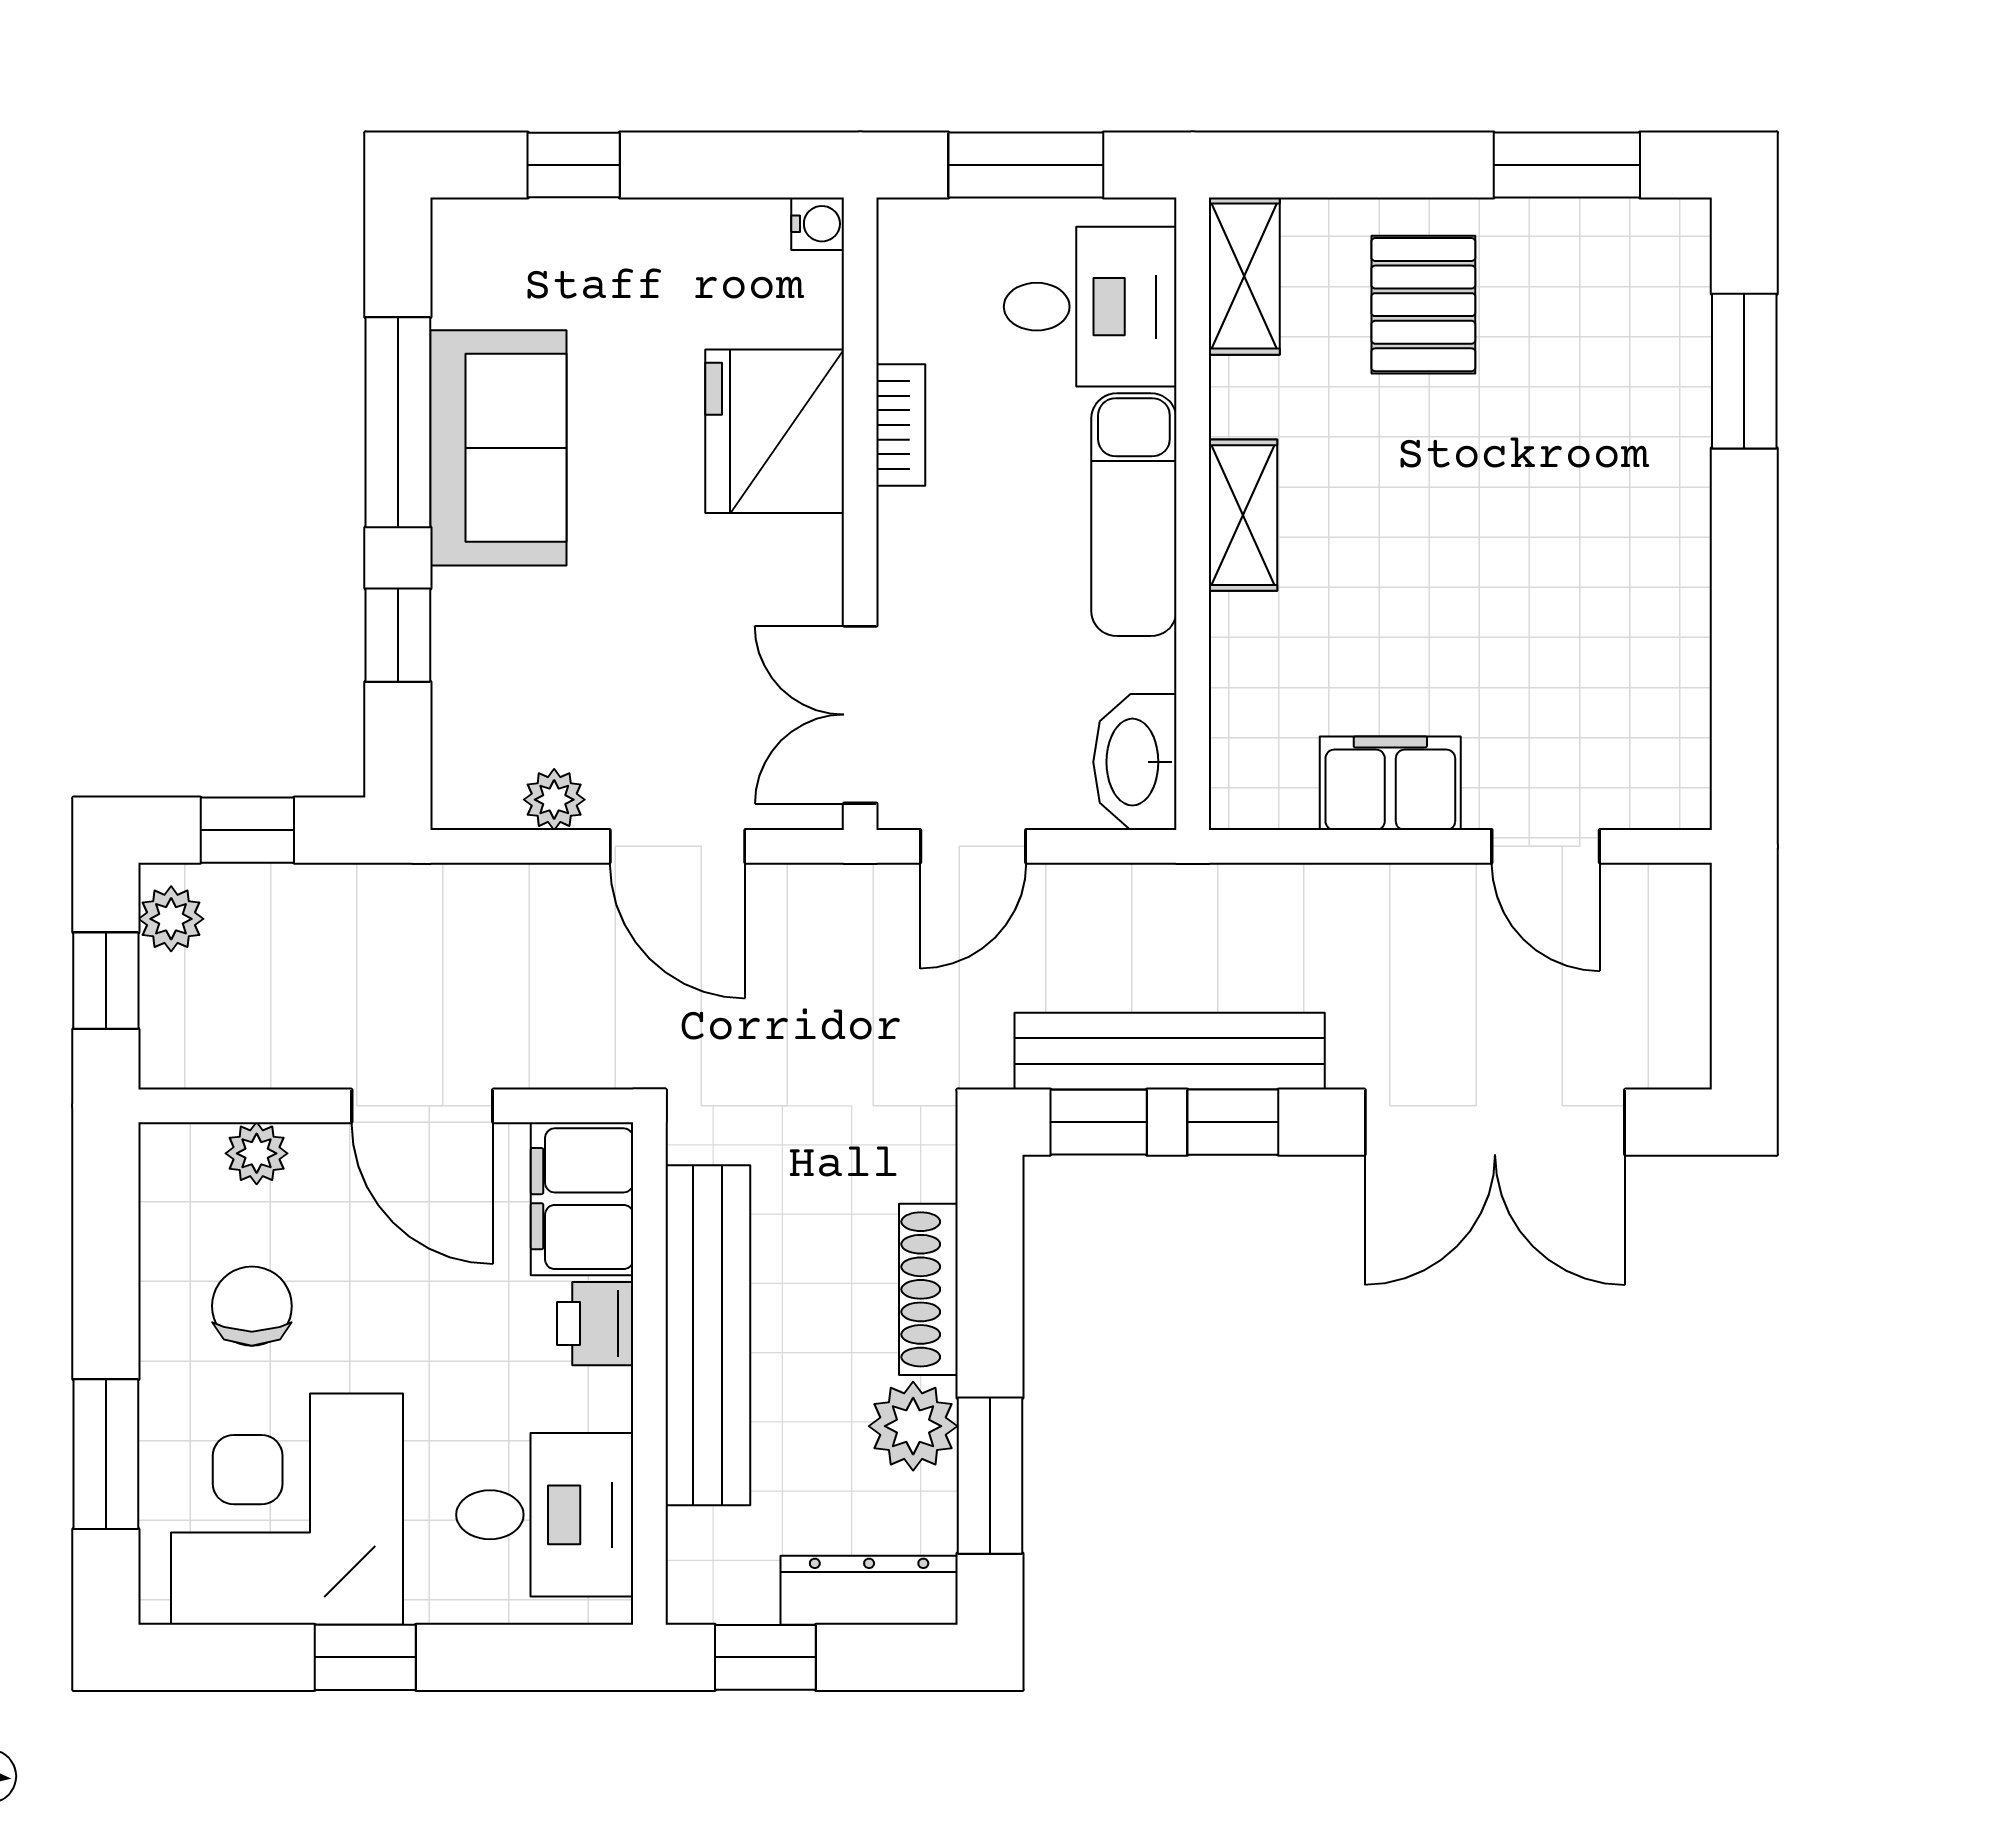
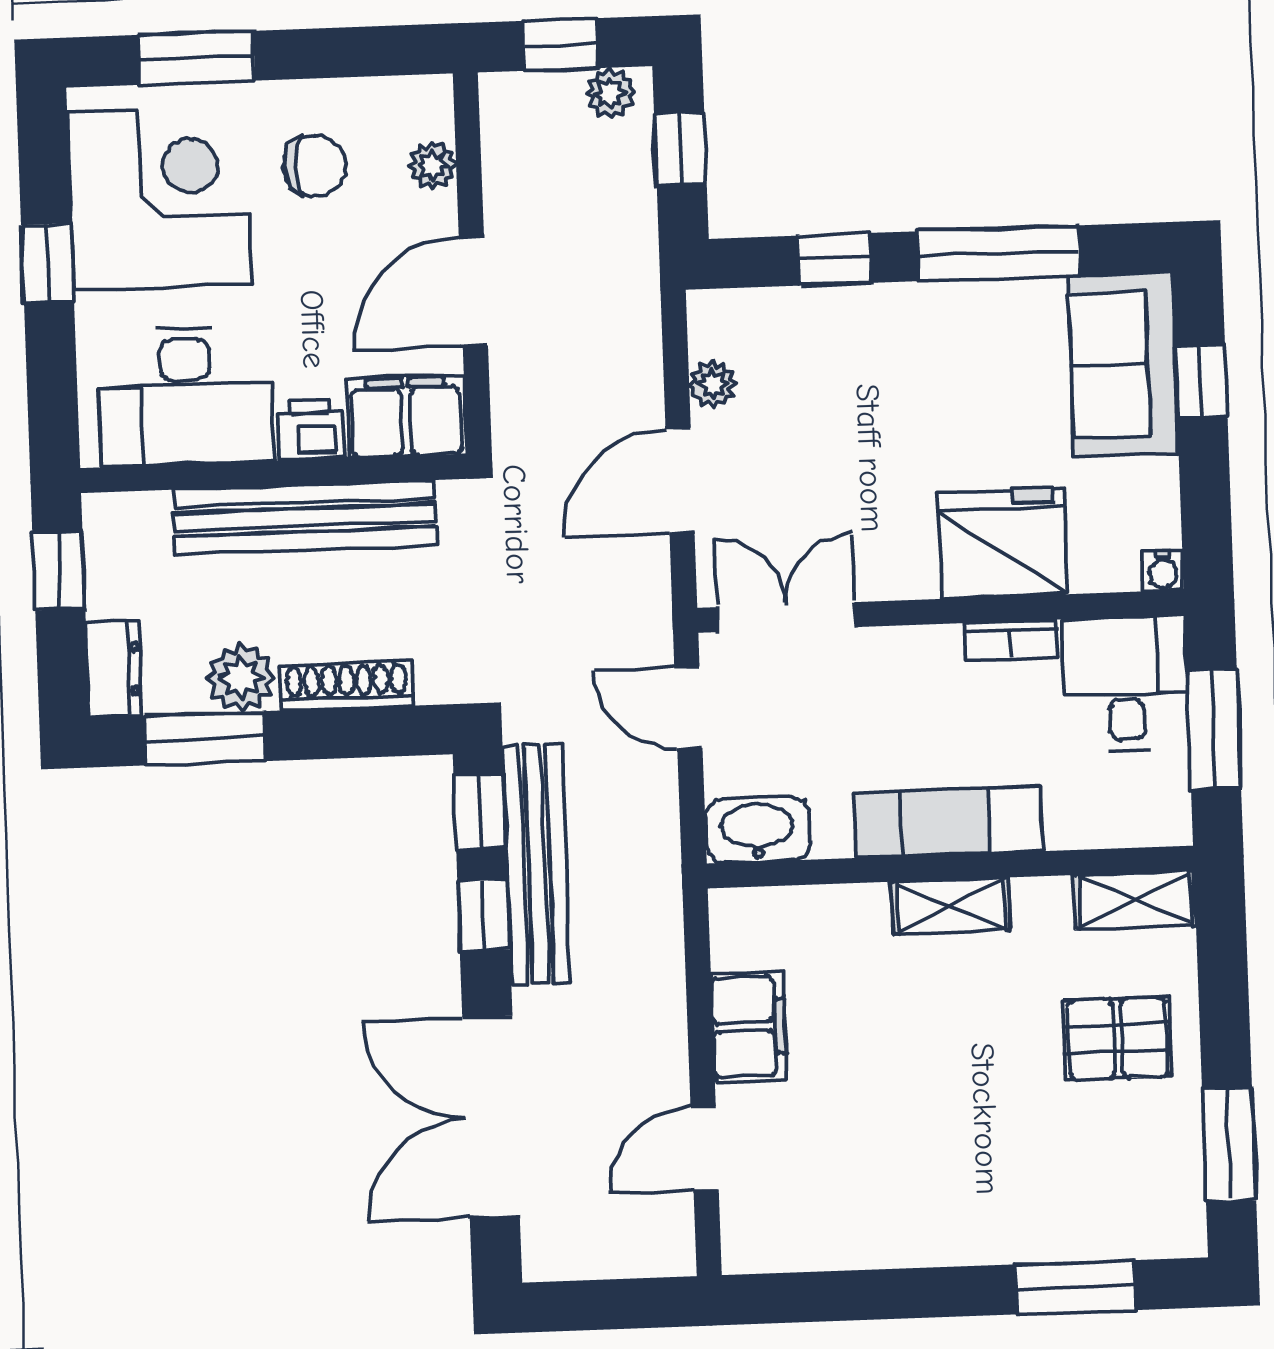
desk: (1090, 307) -> (1126, 684), moved, turned 180
sofa: (498, 448) -> (1123, 364), moved, turned 90
desk: (545, 1515) -> (186, 396), width x1.37
dresser: (869, 1590) -> (114, 669), width x0.70

